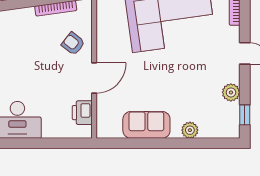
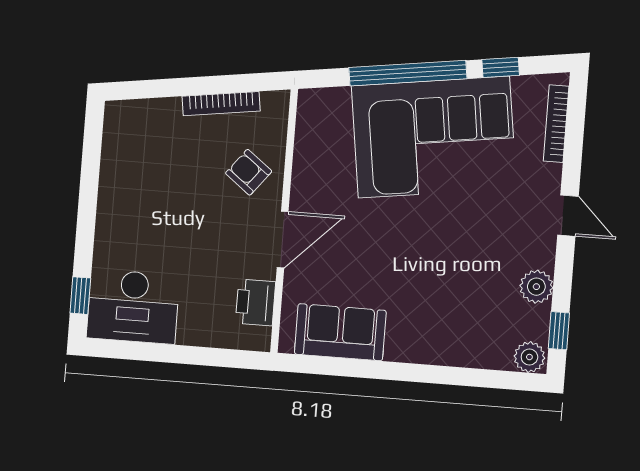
sofa: (146, 125) -> (340, 332), moved
plant: (190, 130) -> (529, 357), moved

